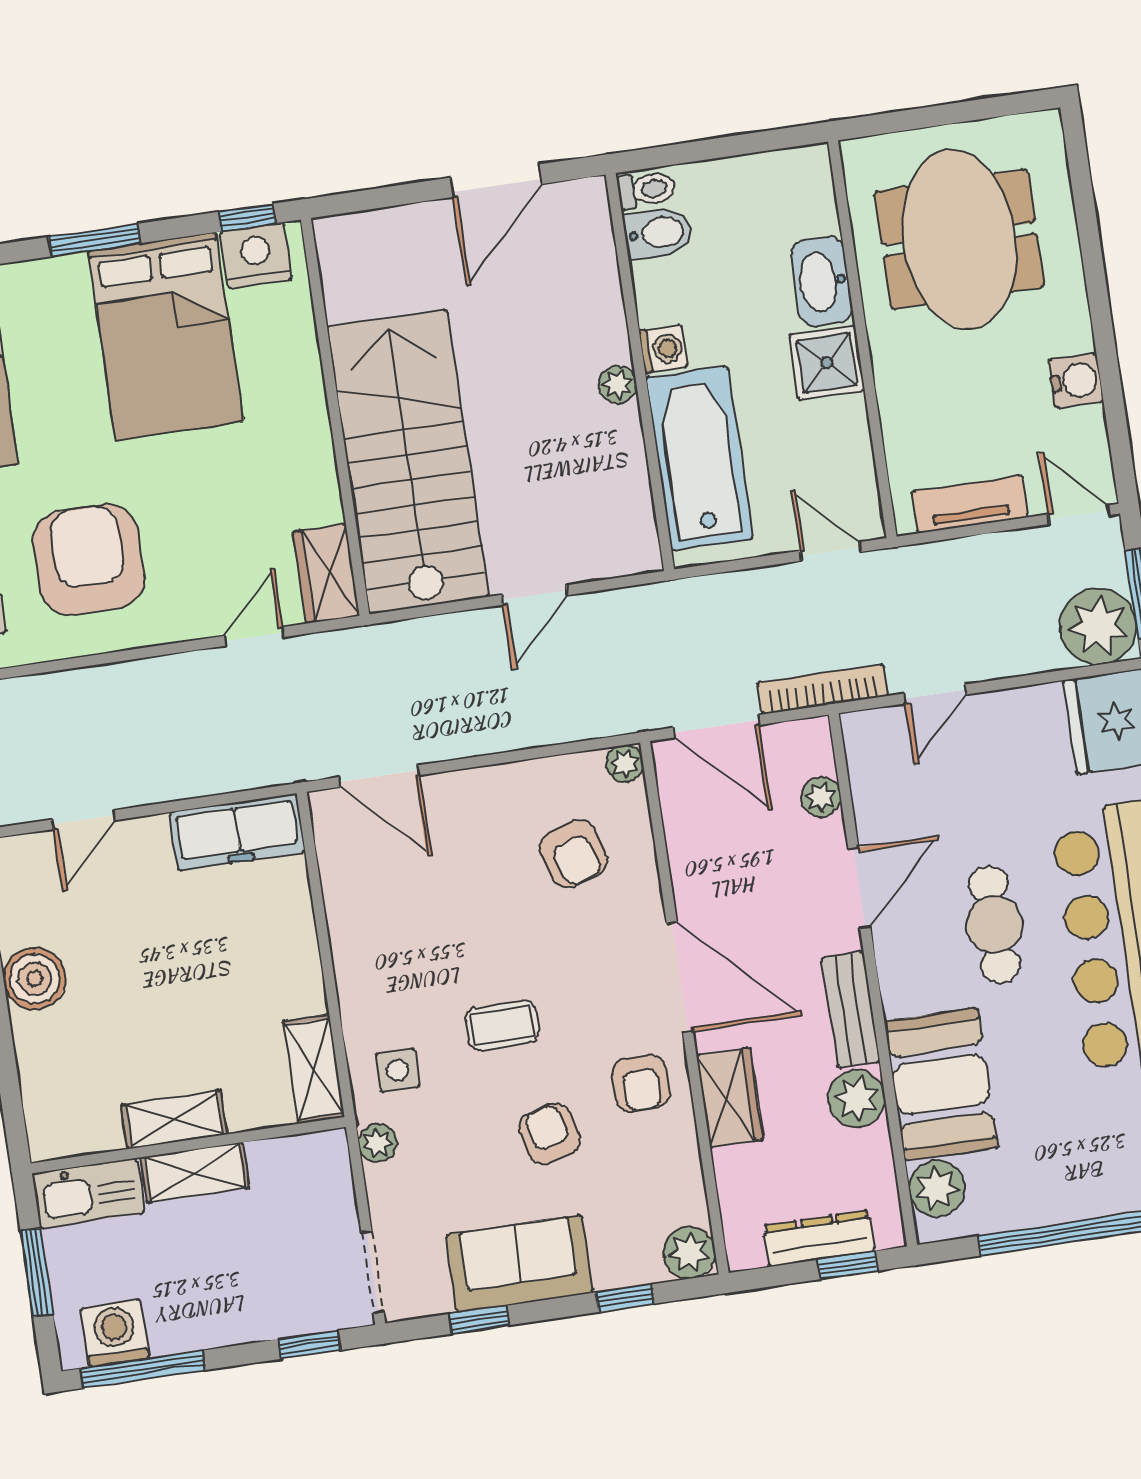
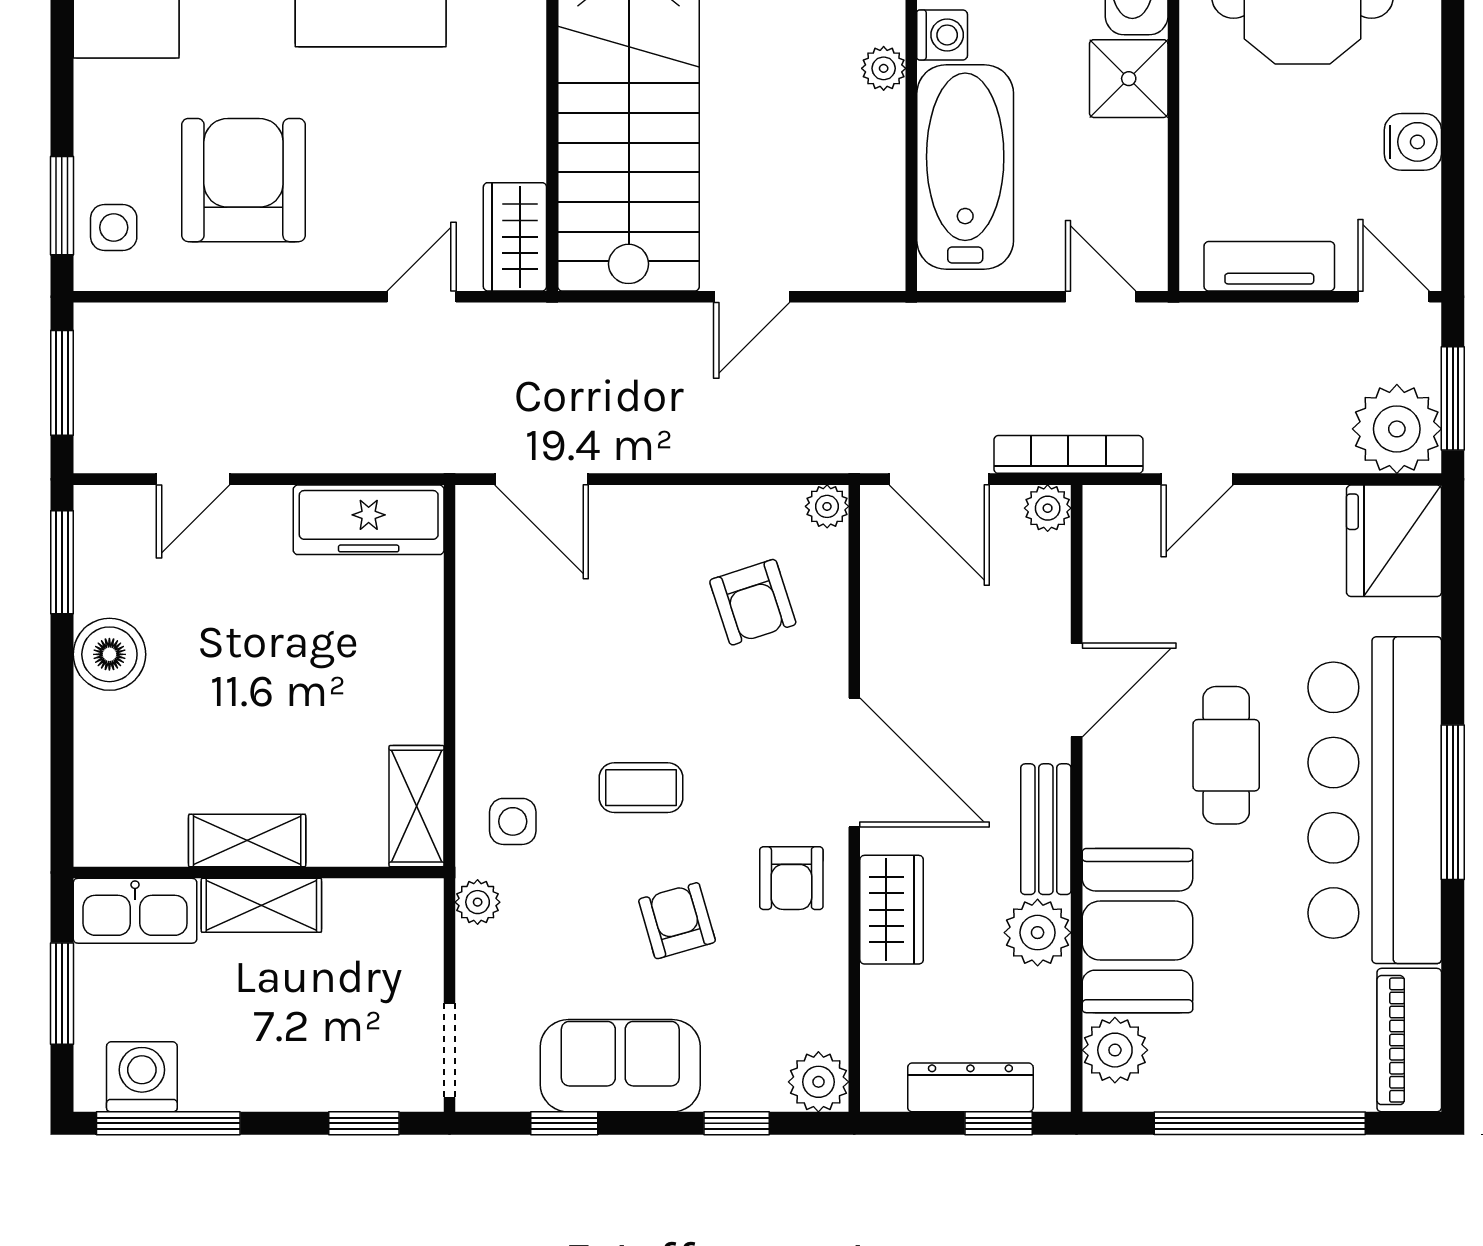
plant: (821, 797) -> (1048, 508), moved

